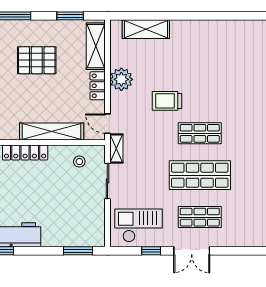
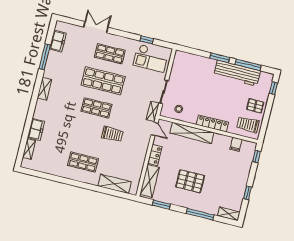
shop shelf: (200, 50) -> (83, 162), added
plant: (121, 79) -> (138, 155), removed
window: (78, 251) -> (220, 58), moved
double door: (192, 251) -> (96, 27), moved

